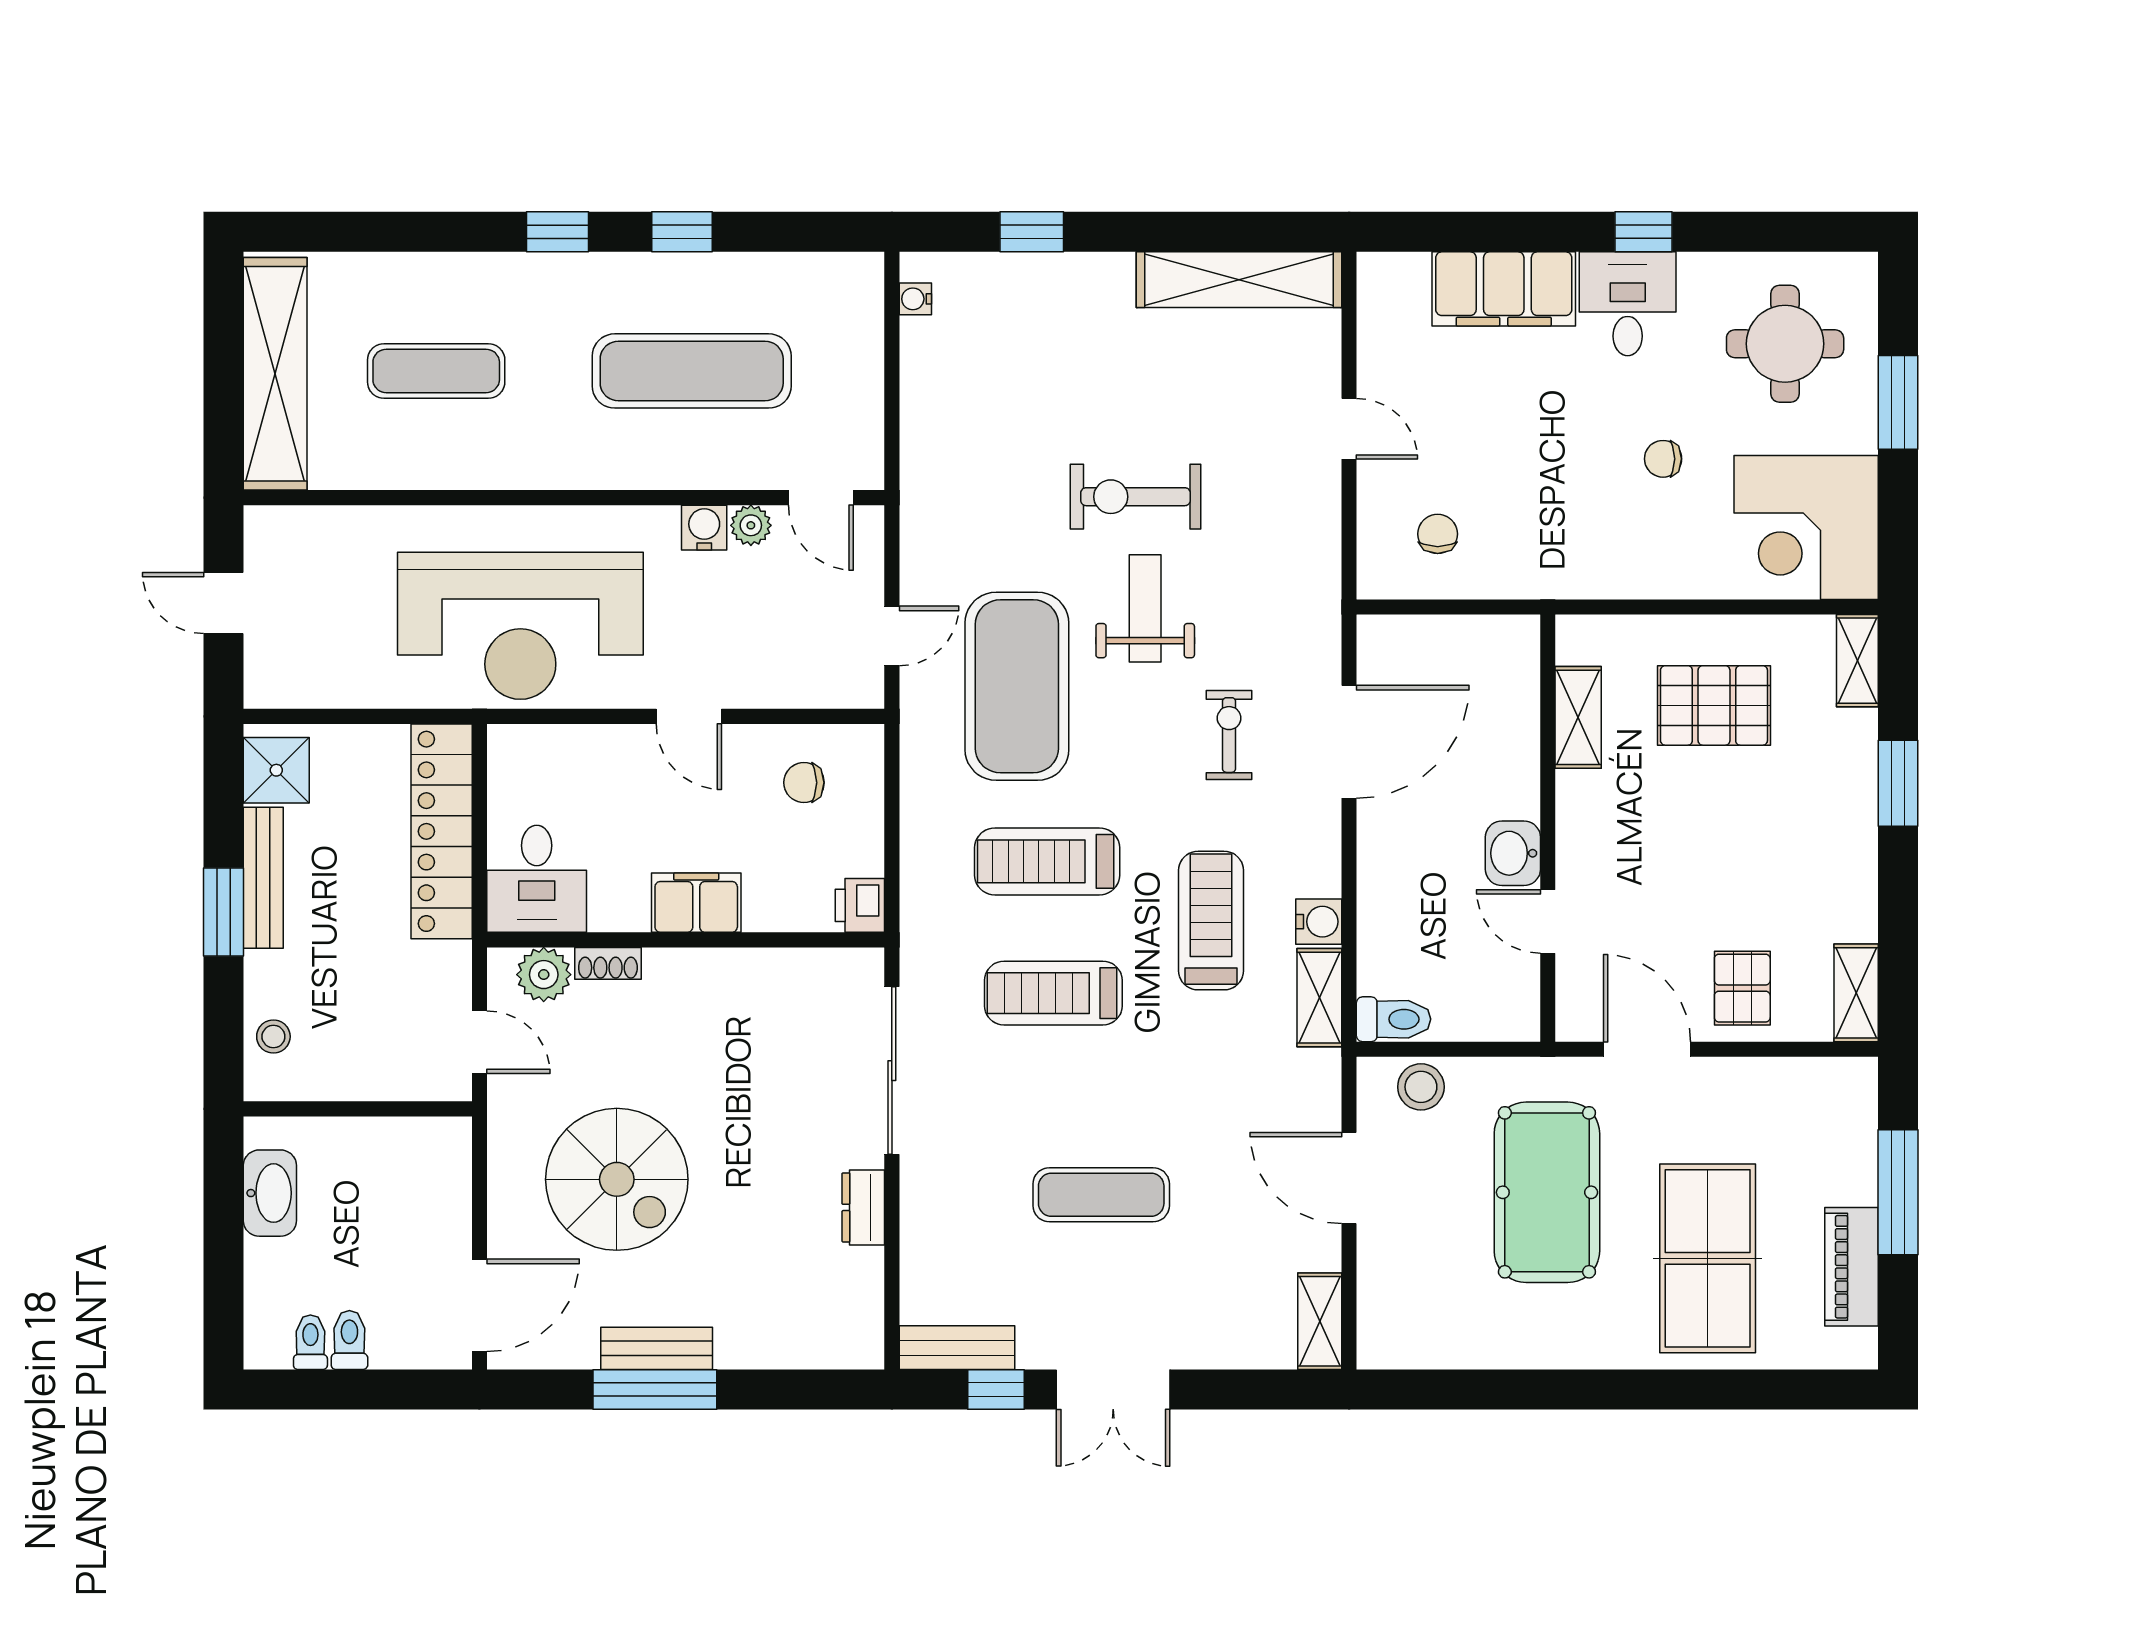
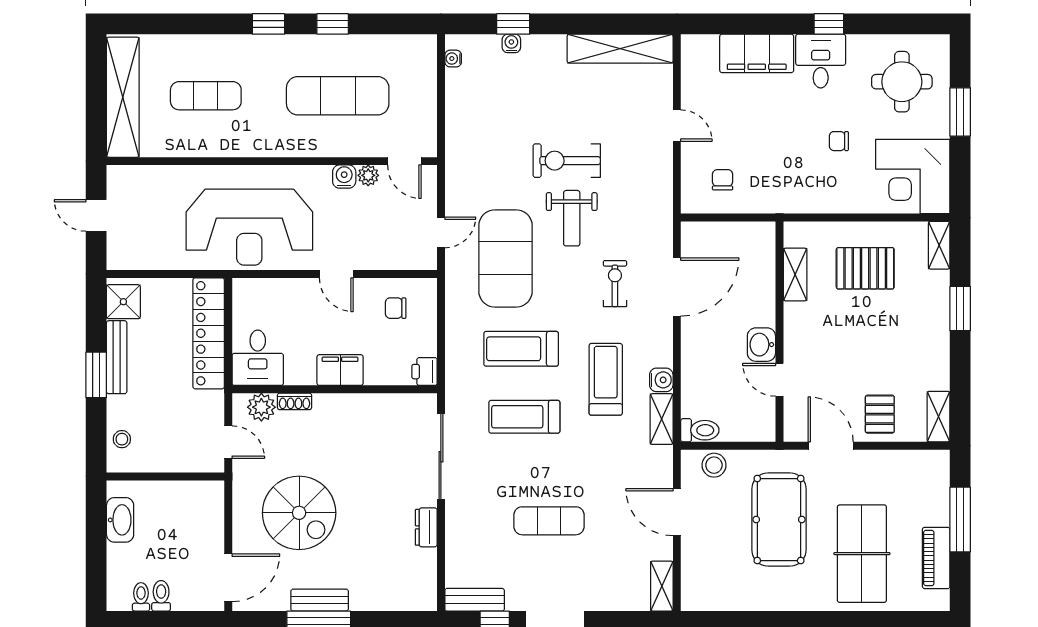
water cooler: (1028, 270) -> (511, 43), added
weight bench: (1145, 608) -> (572, 218), turned 180

